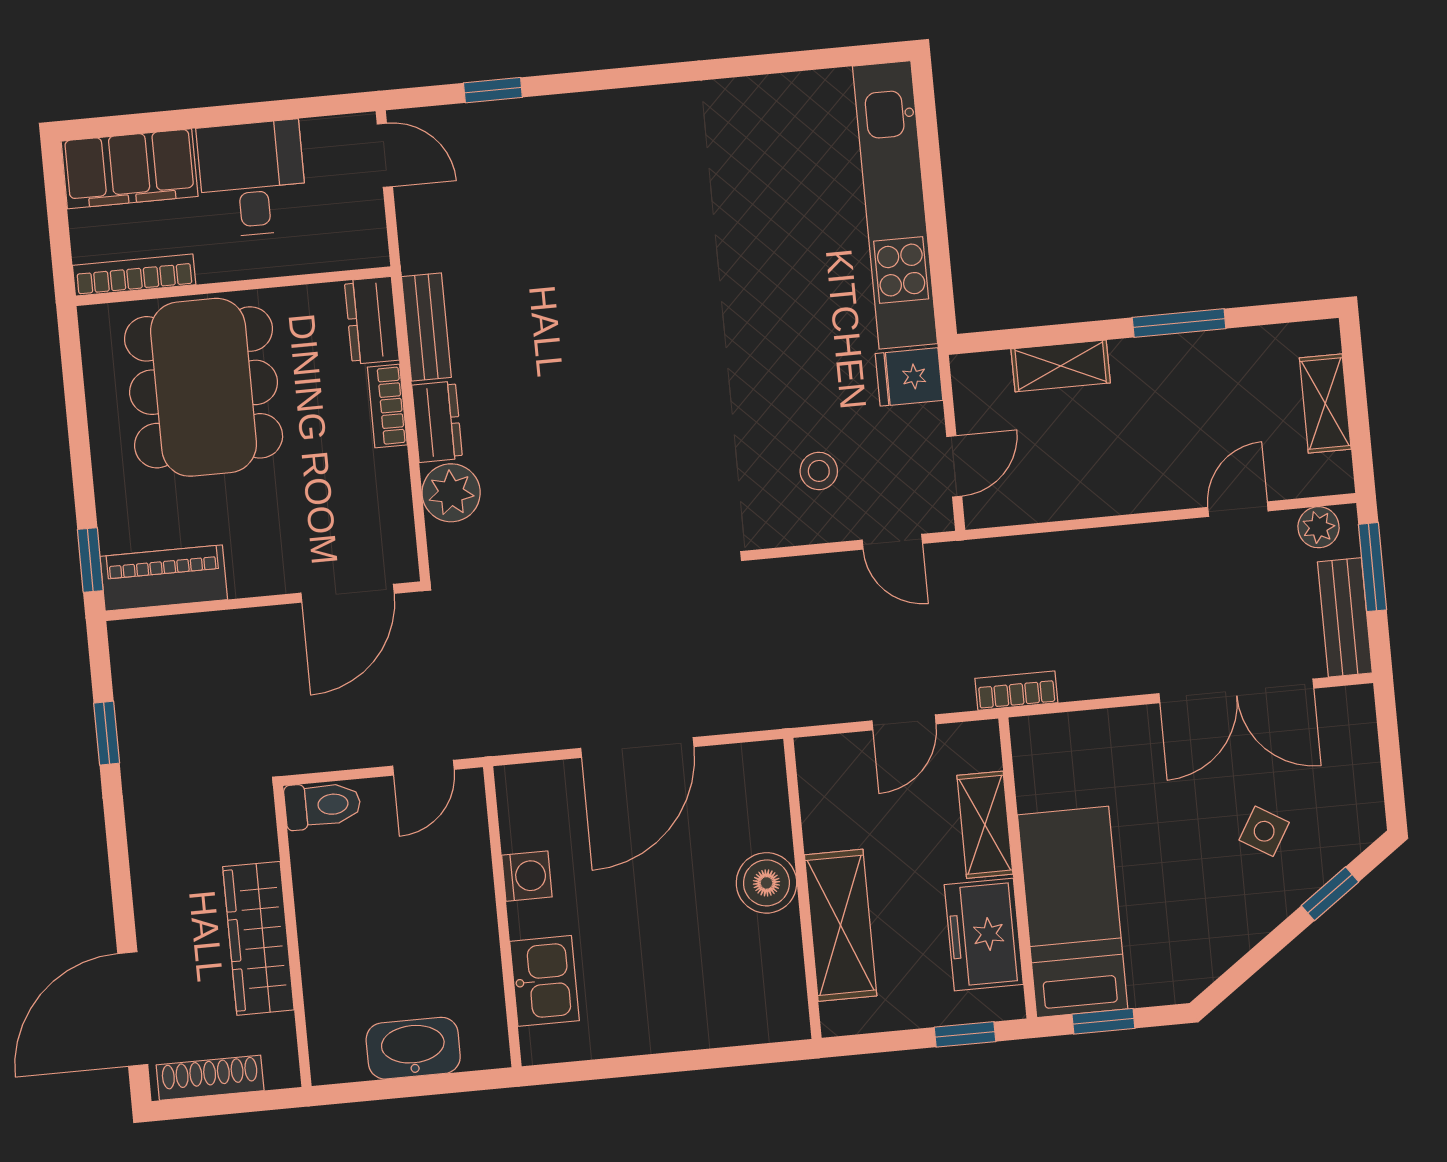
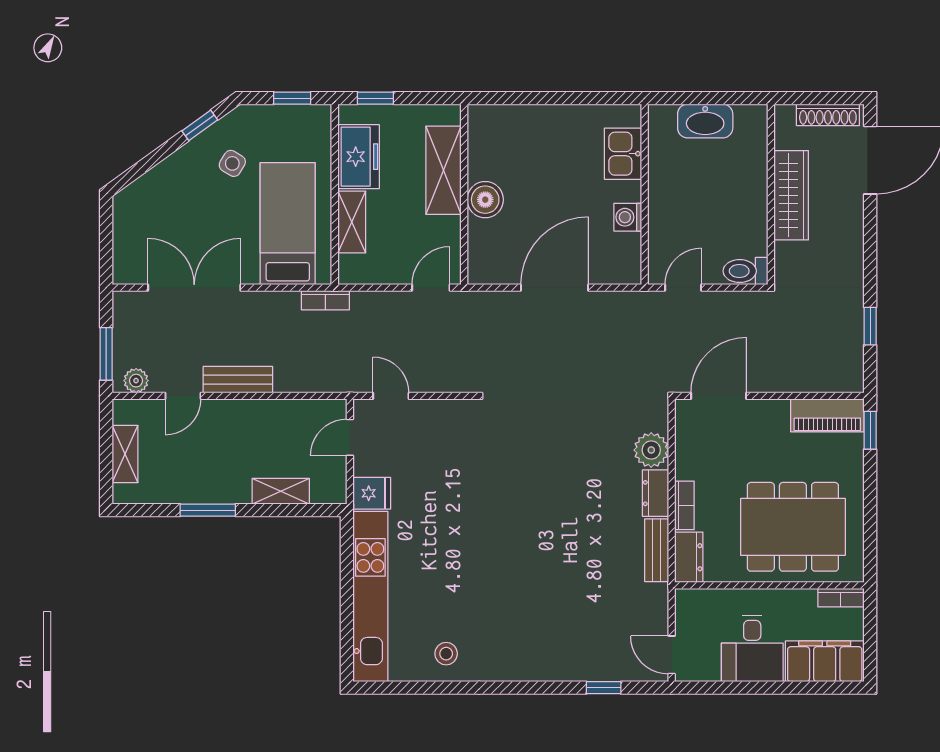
bookcase: (134, 275) -> (841, 598), width x0.64
dining table: (204, 387) -> (793, 527), turned 90
stool: (819, 471) -> (446, 654), moved
bench: (1345, 617) -> (238, 380), moved, turned 90
door: (904, 722) -> (431, 288), moved
side table: (1264, 831) -> (232, 163), moved
window: (1330, 894) -> (200, 125), moved
bed: (1073, 912) -> (288, 224), moved, turned 180

